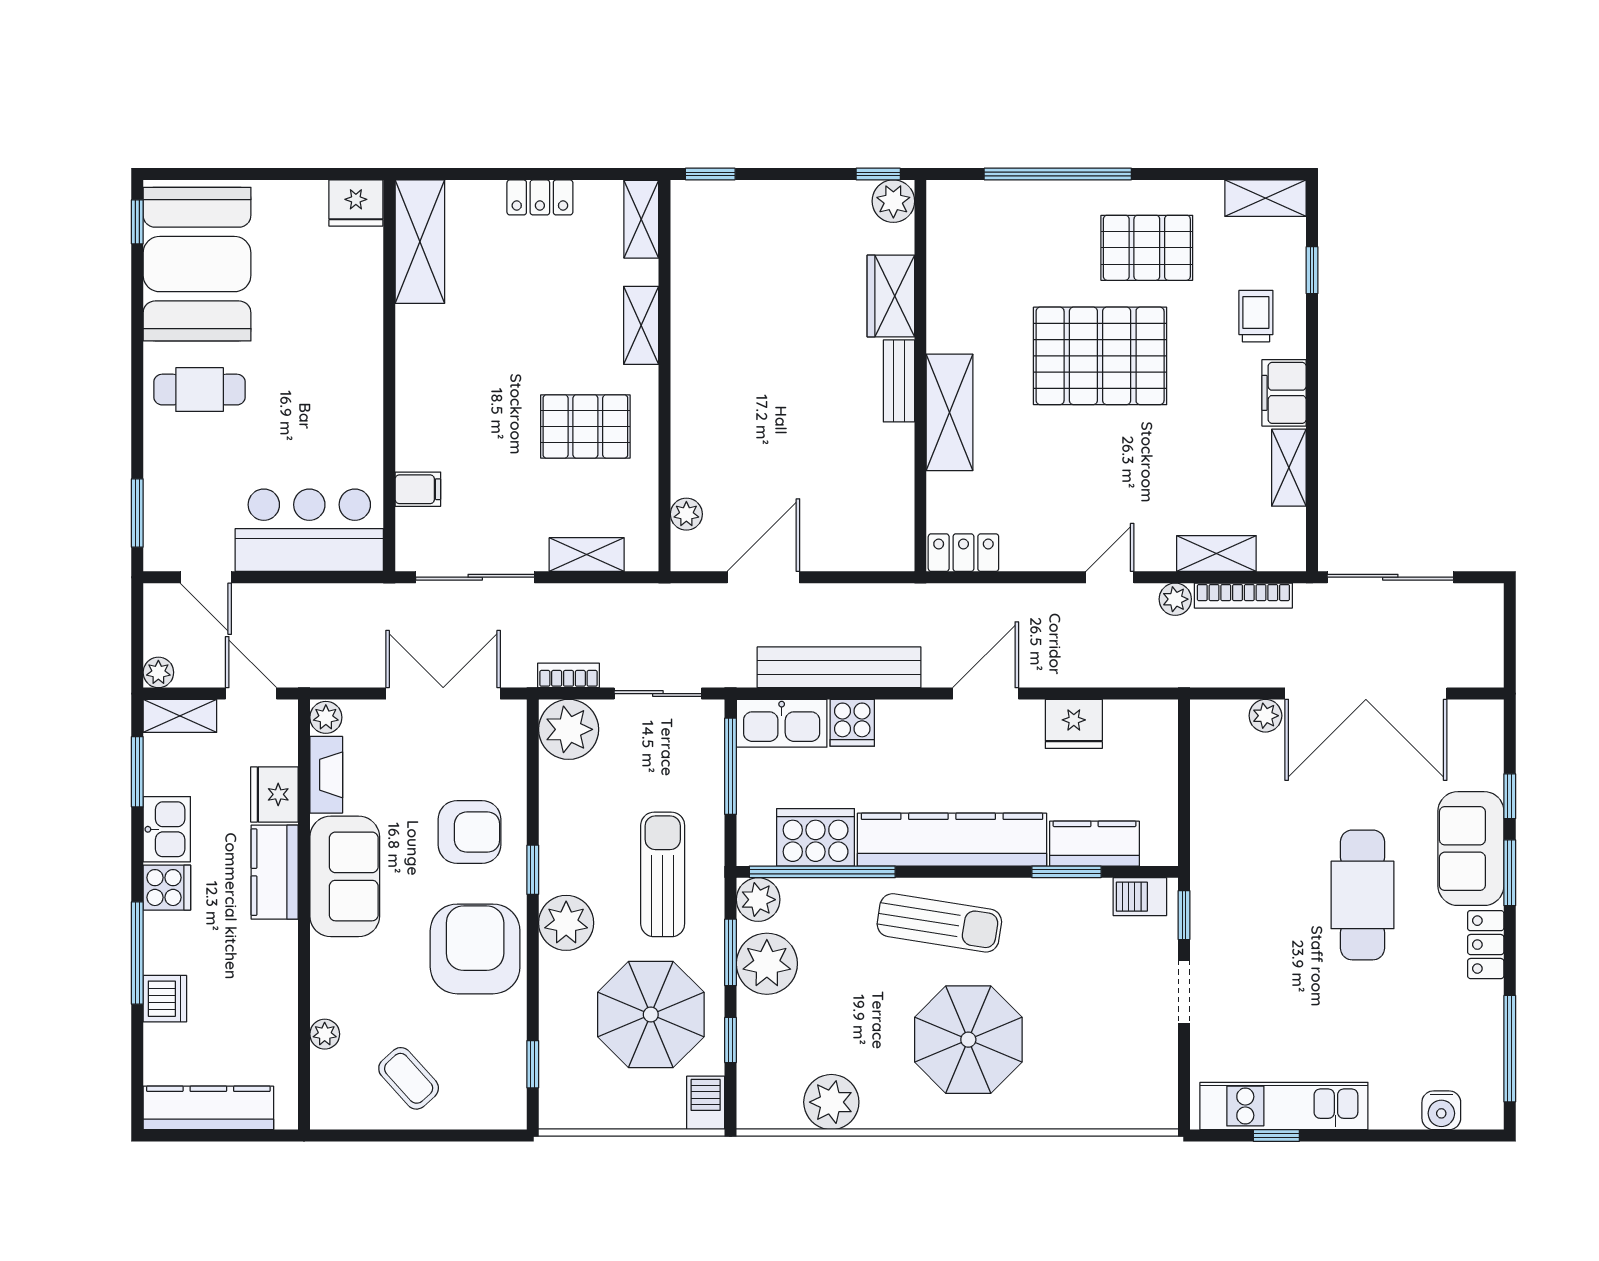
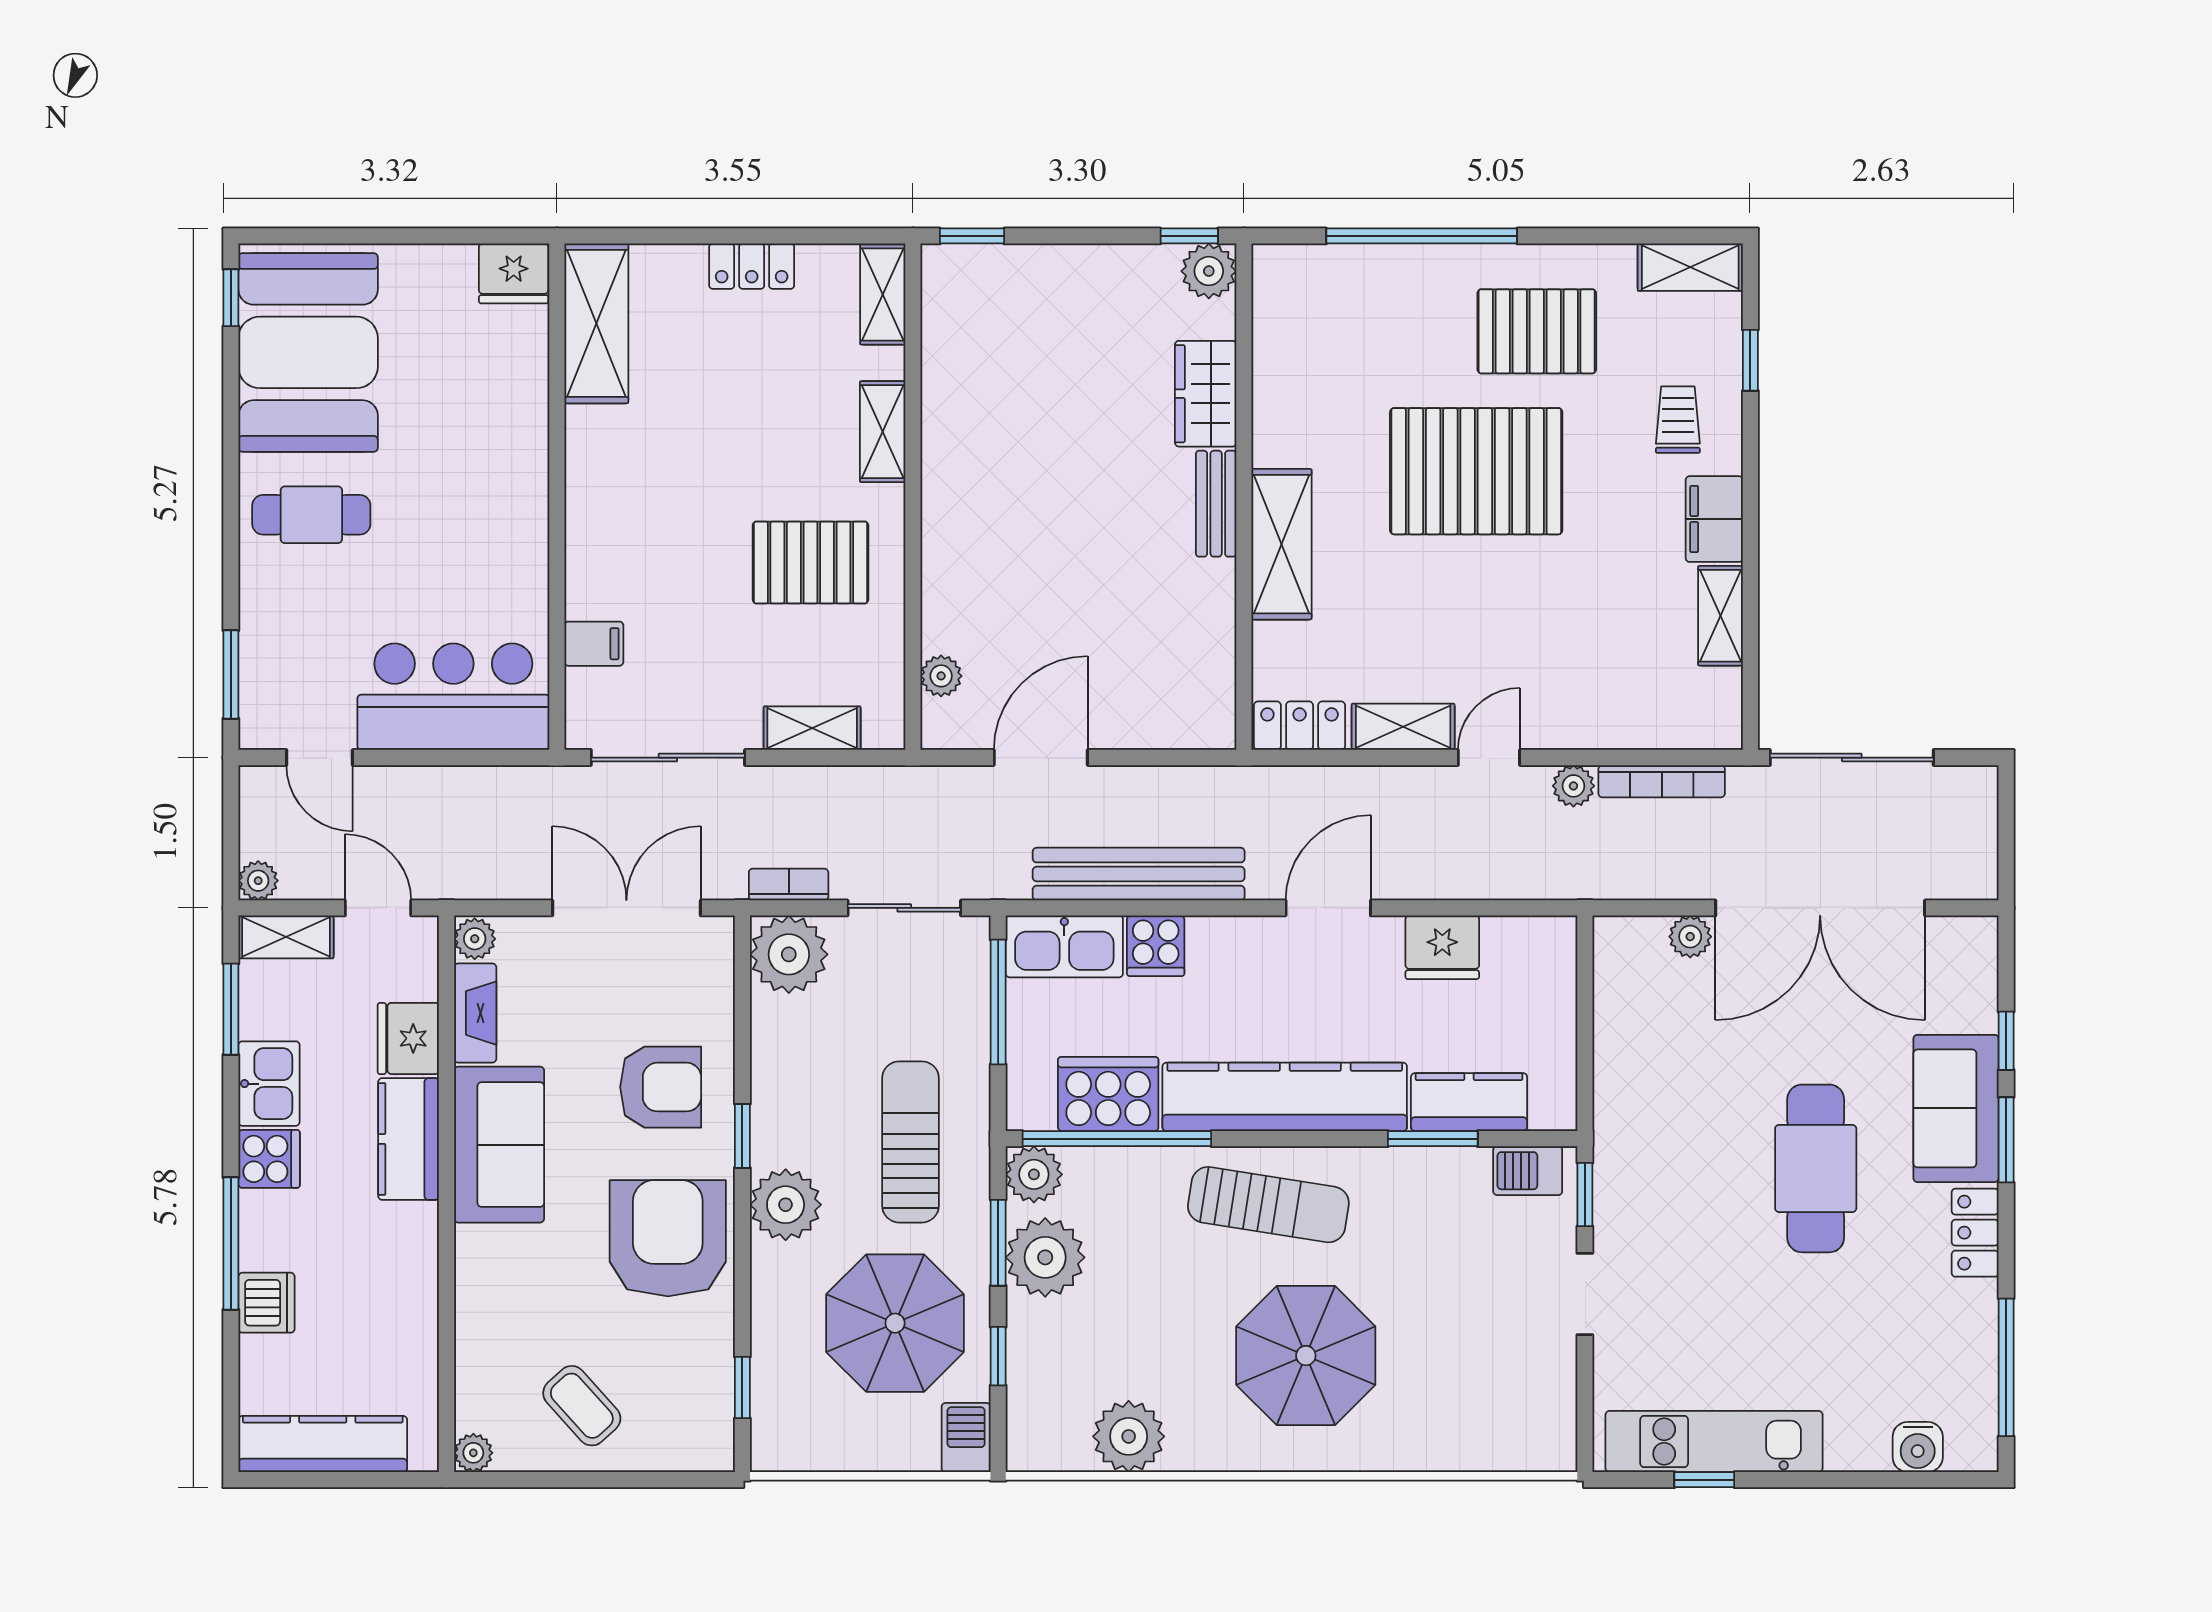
shelving: (1216, 554) -> (1403, 727), moved
plant: (325, 1034) -> (473, 1453), moved

